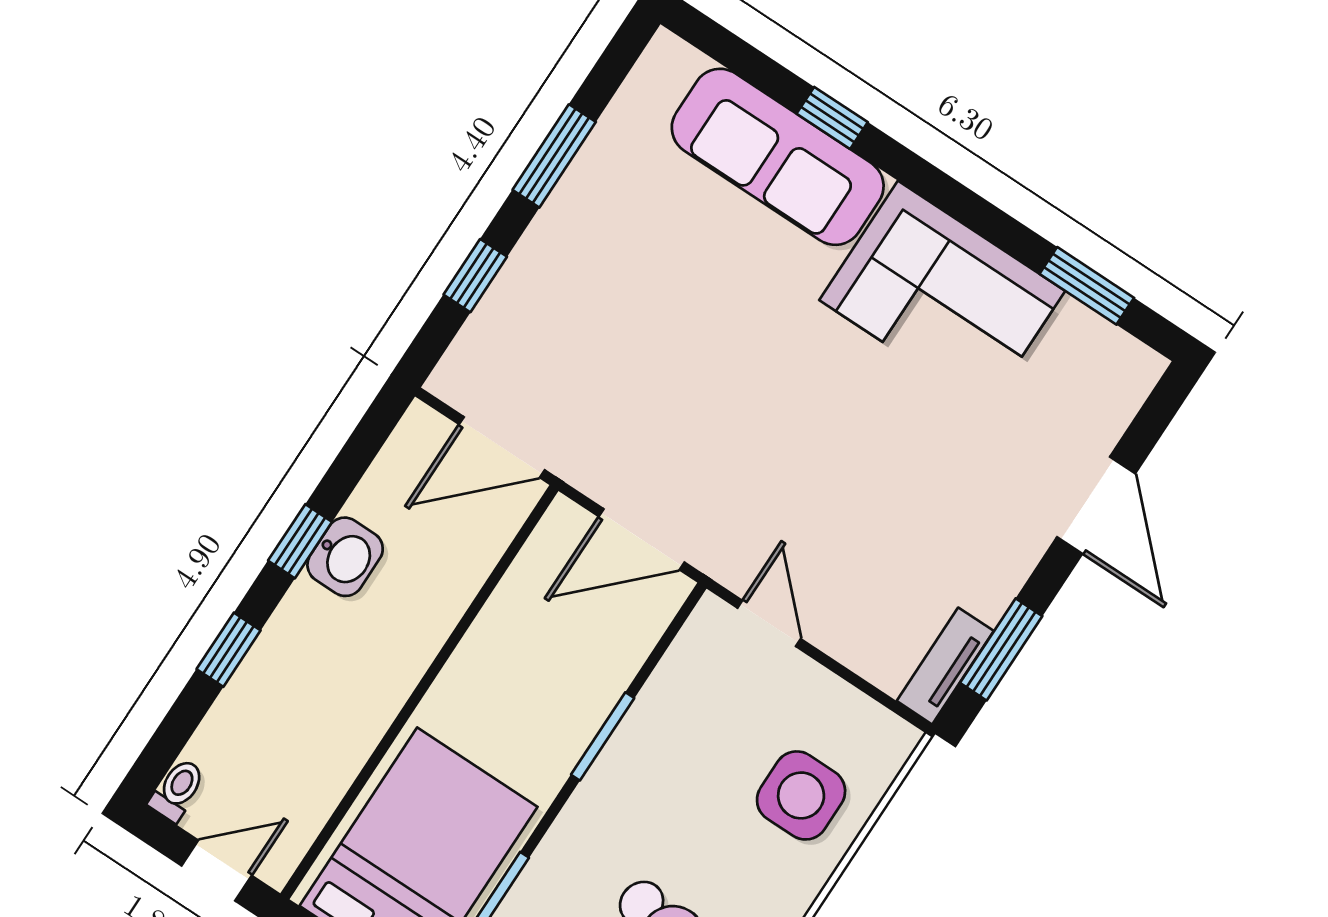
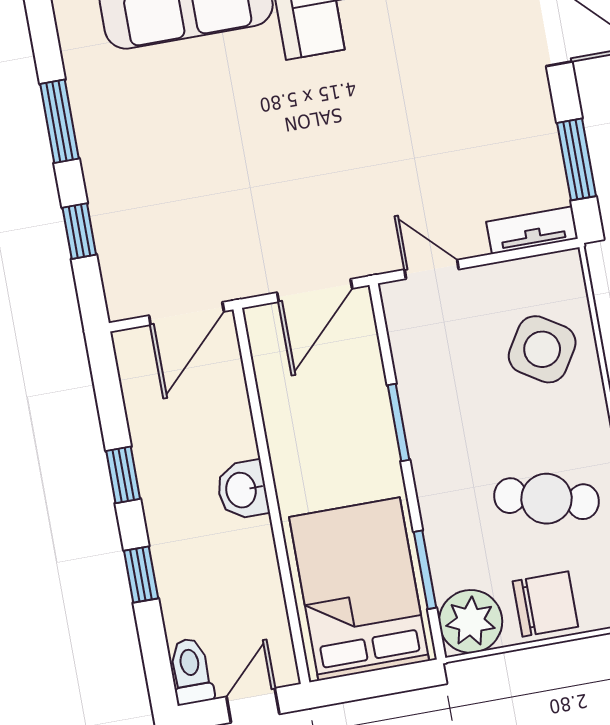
washbasin: (345, 557) -> (242, 490), moved, turned 180
tv unit: (945, 666) -> (532, 230), moved, turned 90
toilet: (177, 790) -> (191, 671), width x1.37, depth x1.39
side table: (801, 795) -> (542, 349), turned 32

